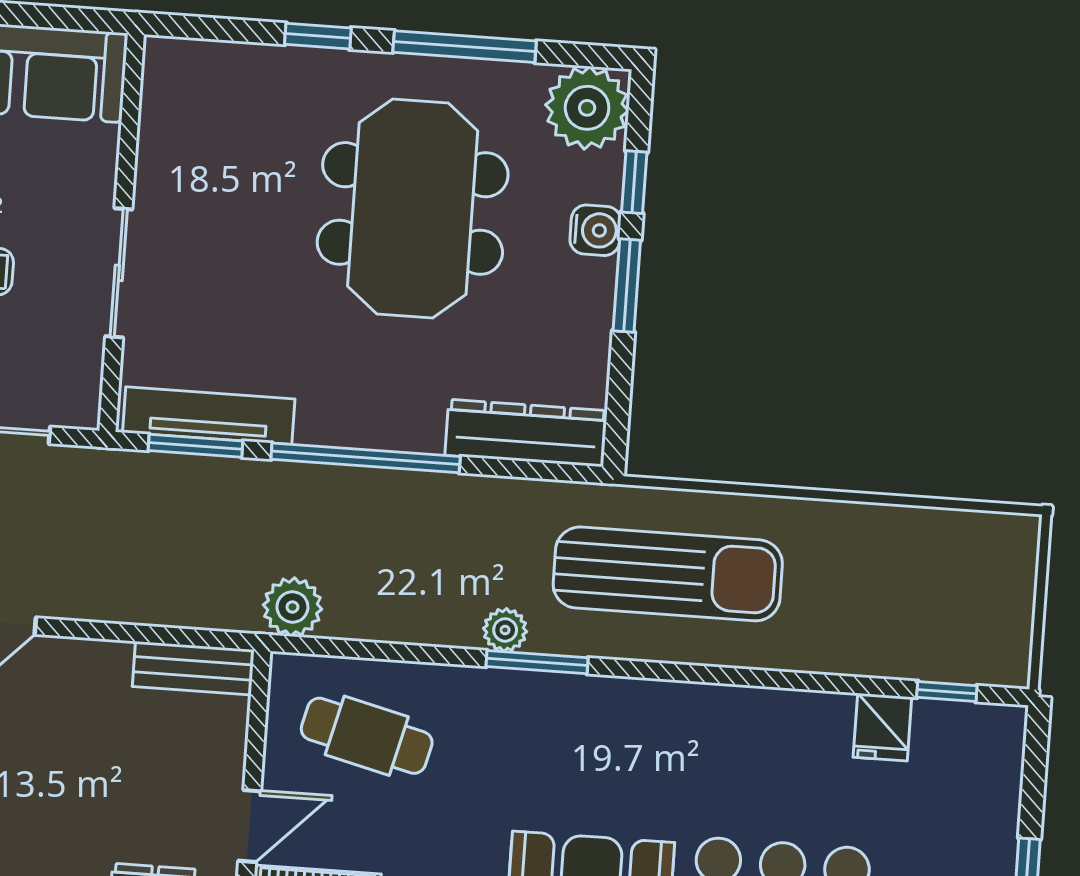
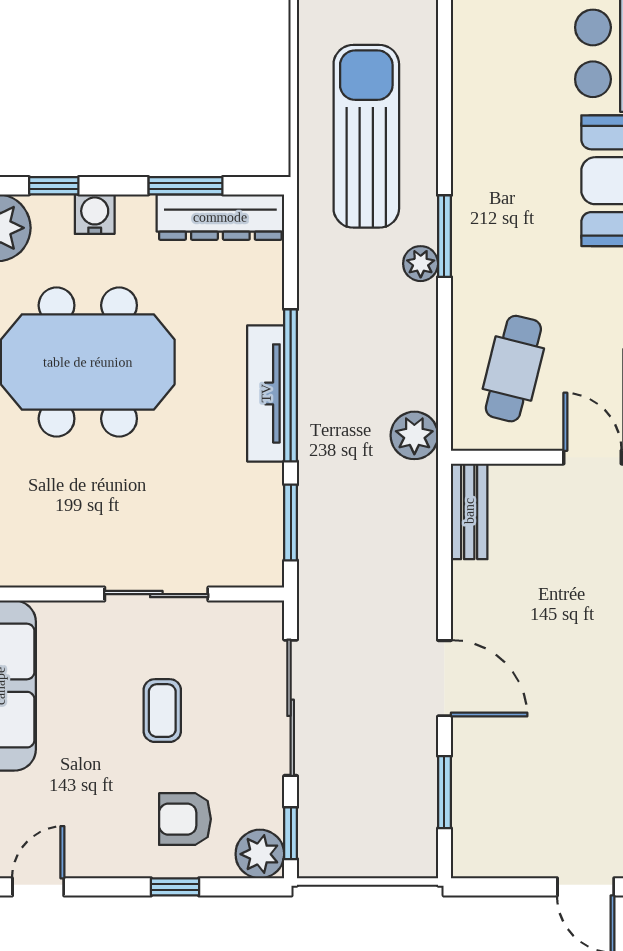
window: (627, 286) -> (185, 186), moved
tv unit: (209, 416) -> (266, 393), moved
dresser: (526, 433) -> (220, 217), moved, turned -90

